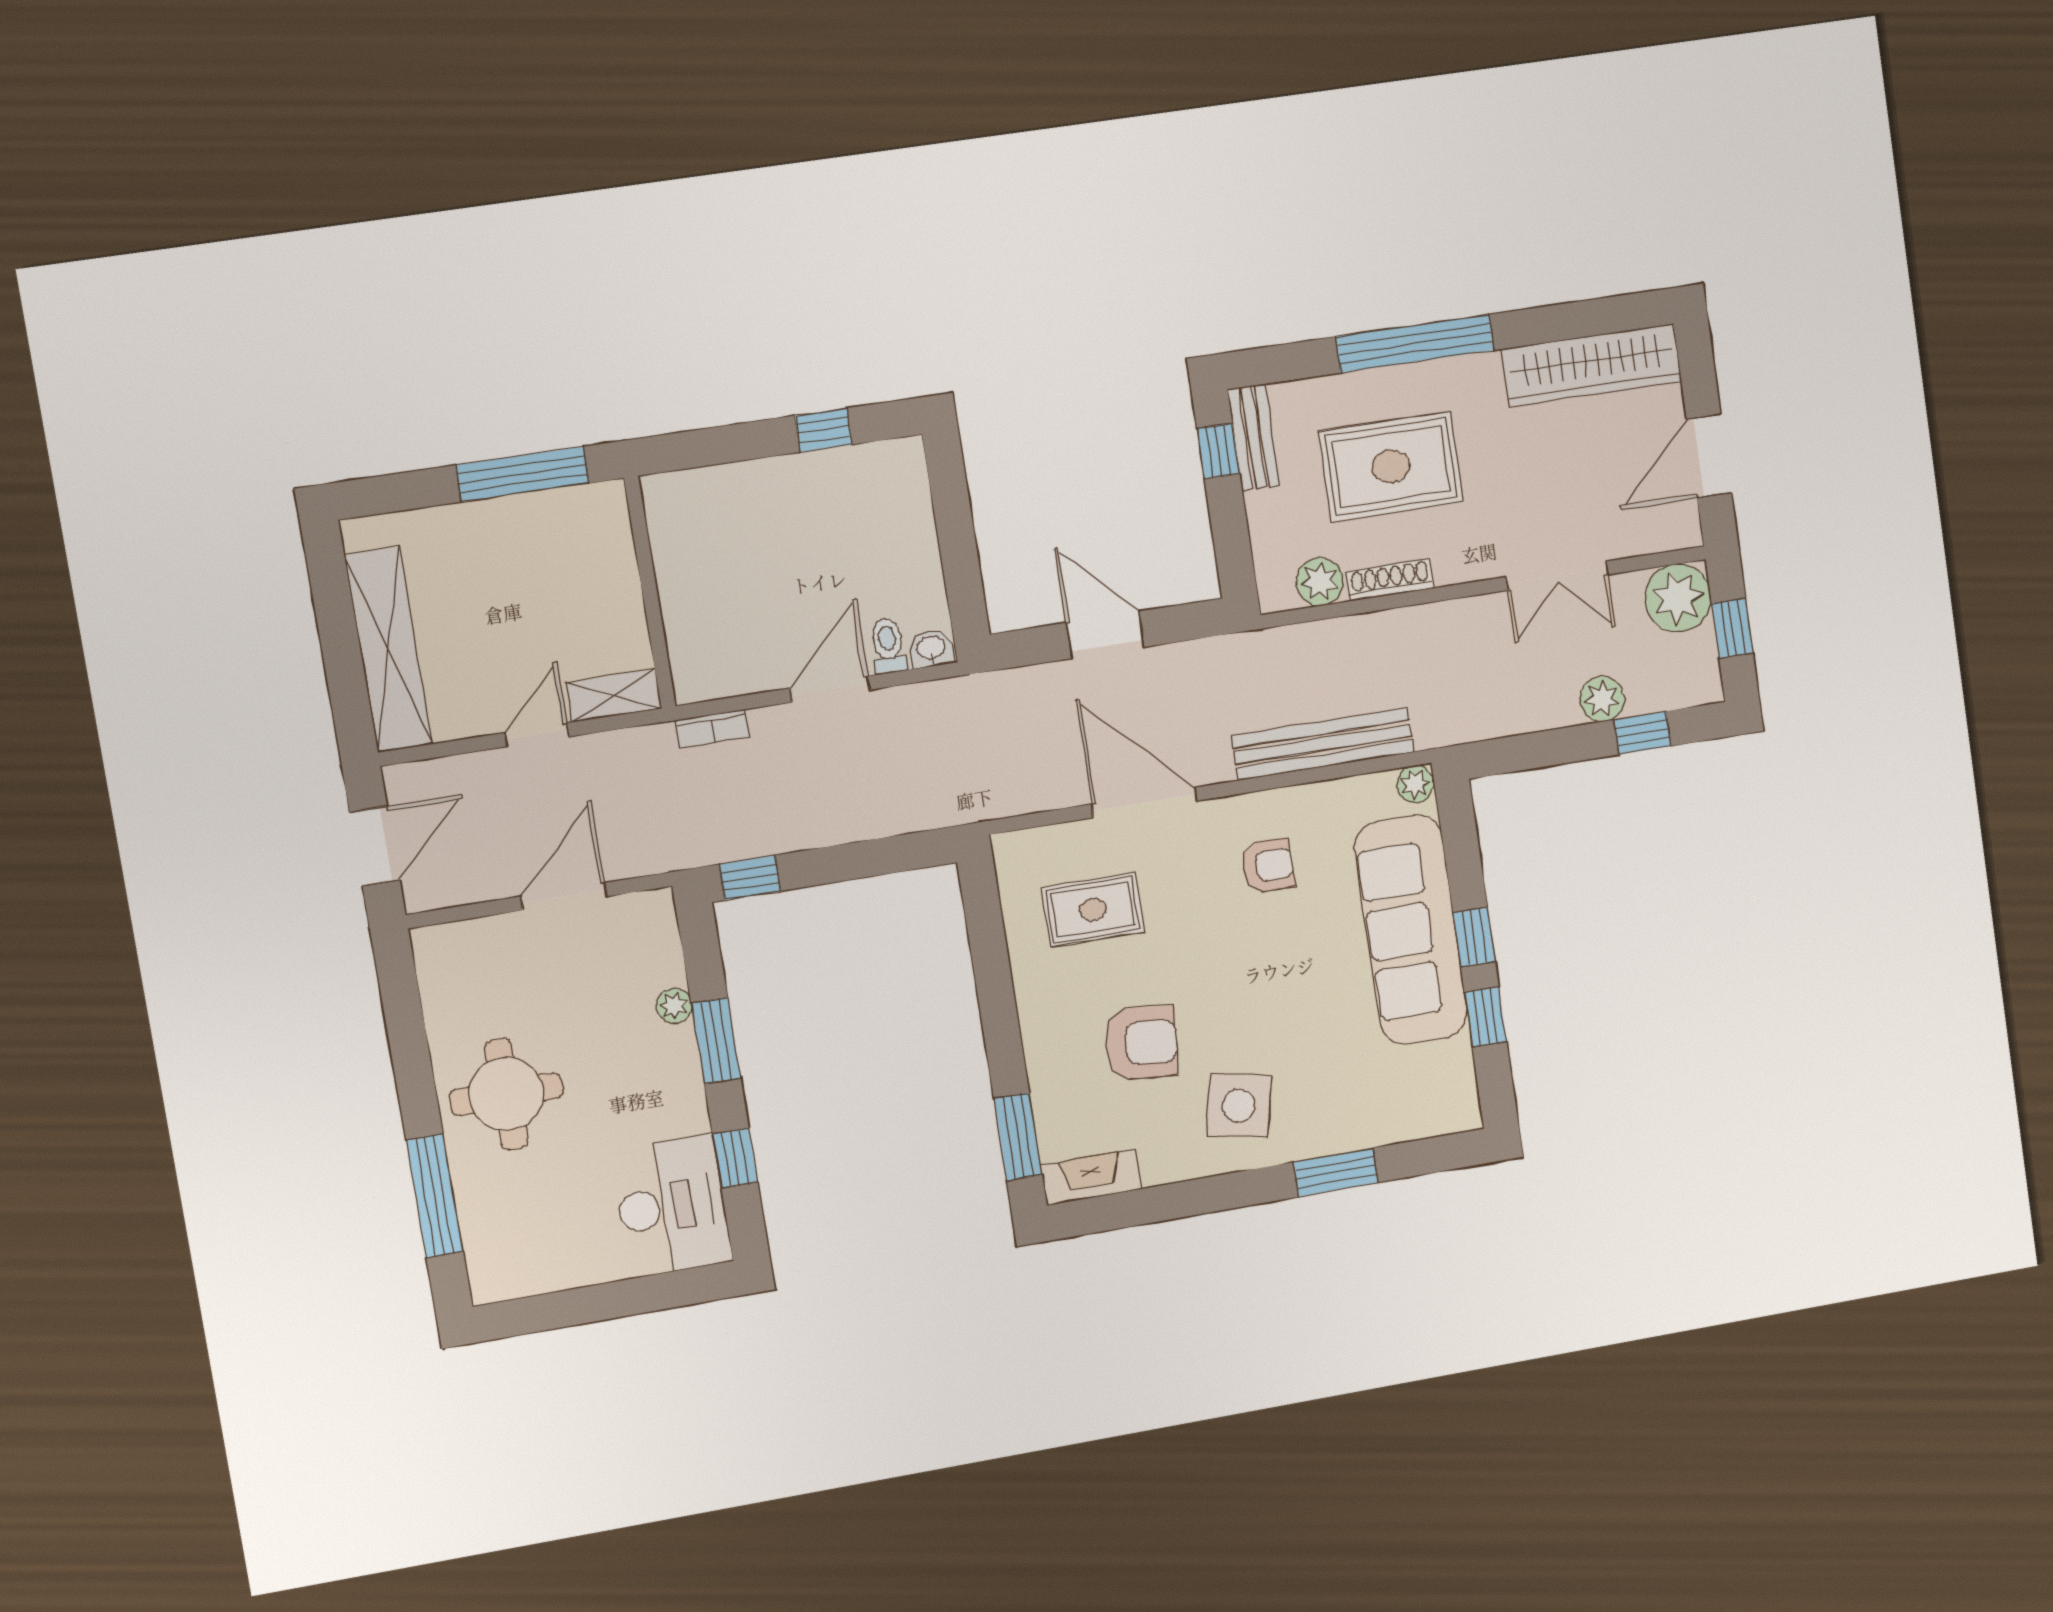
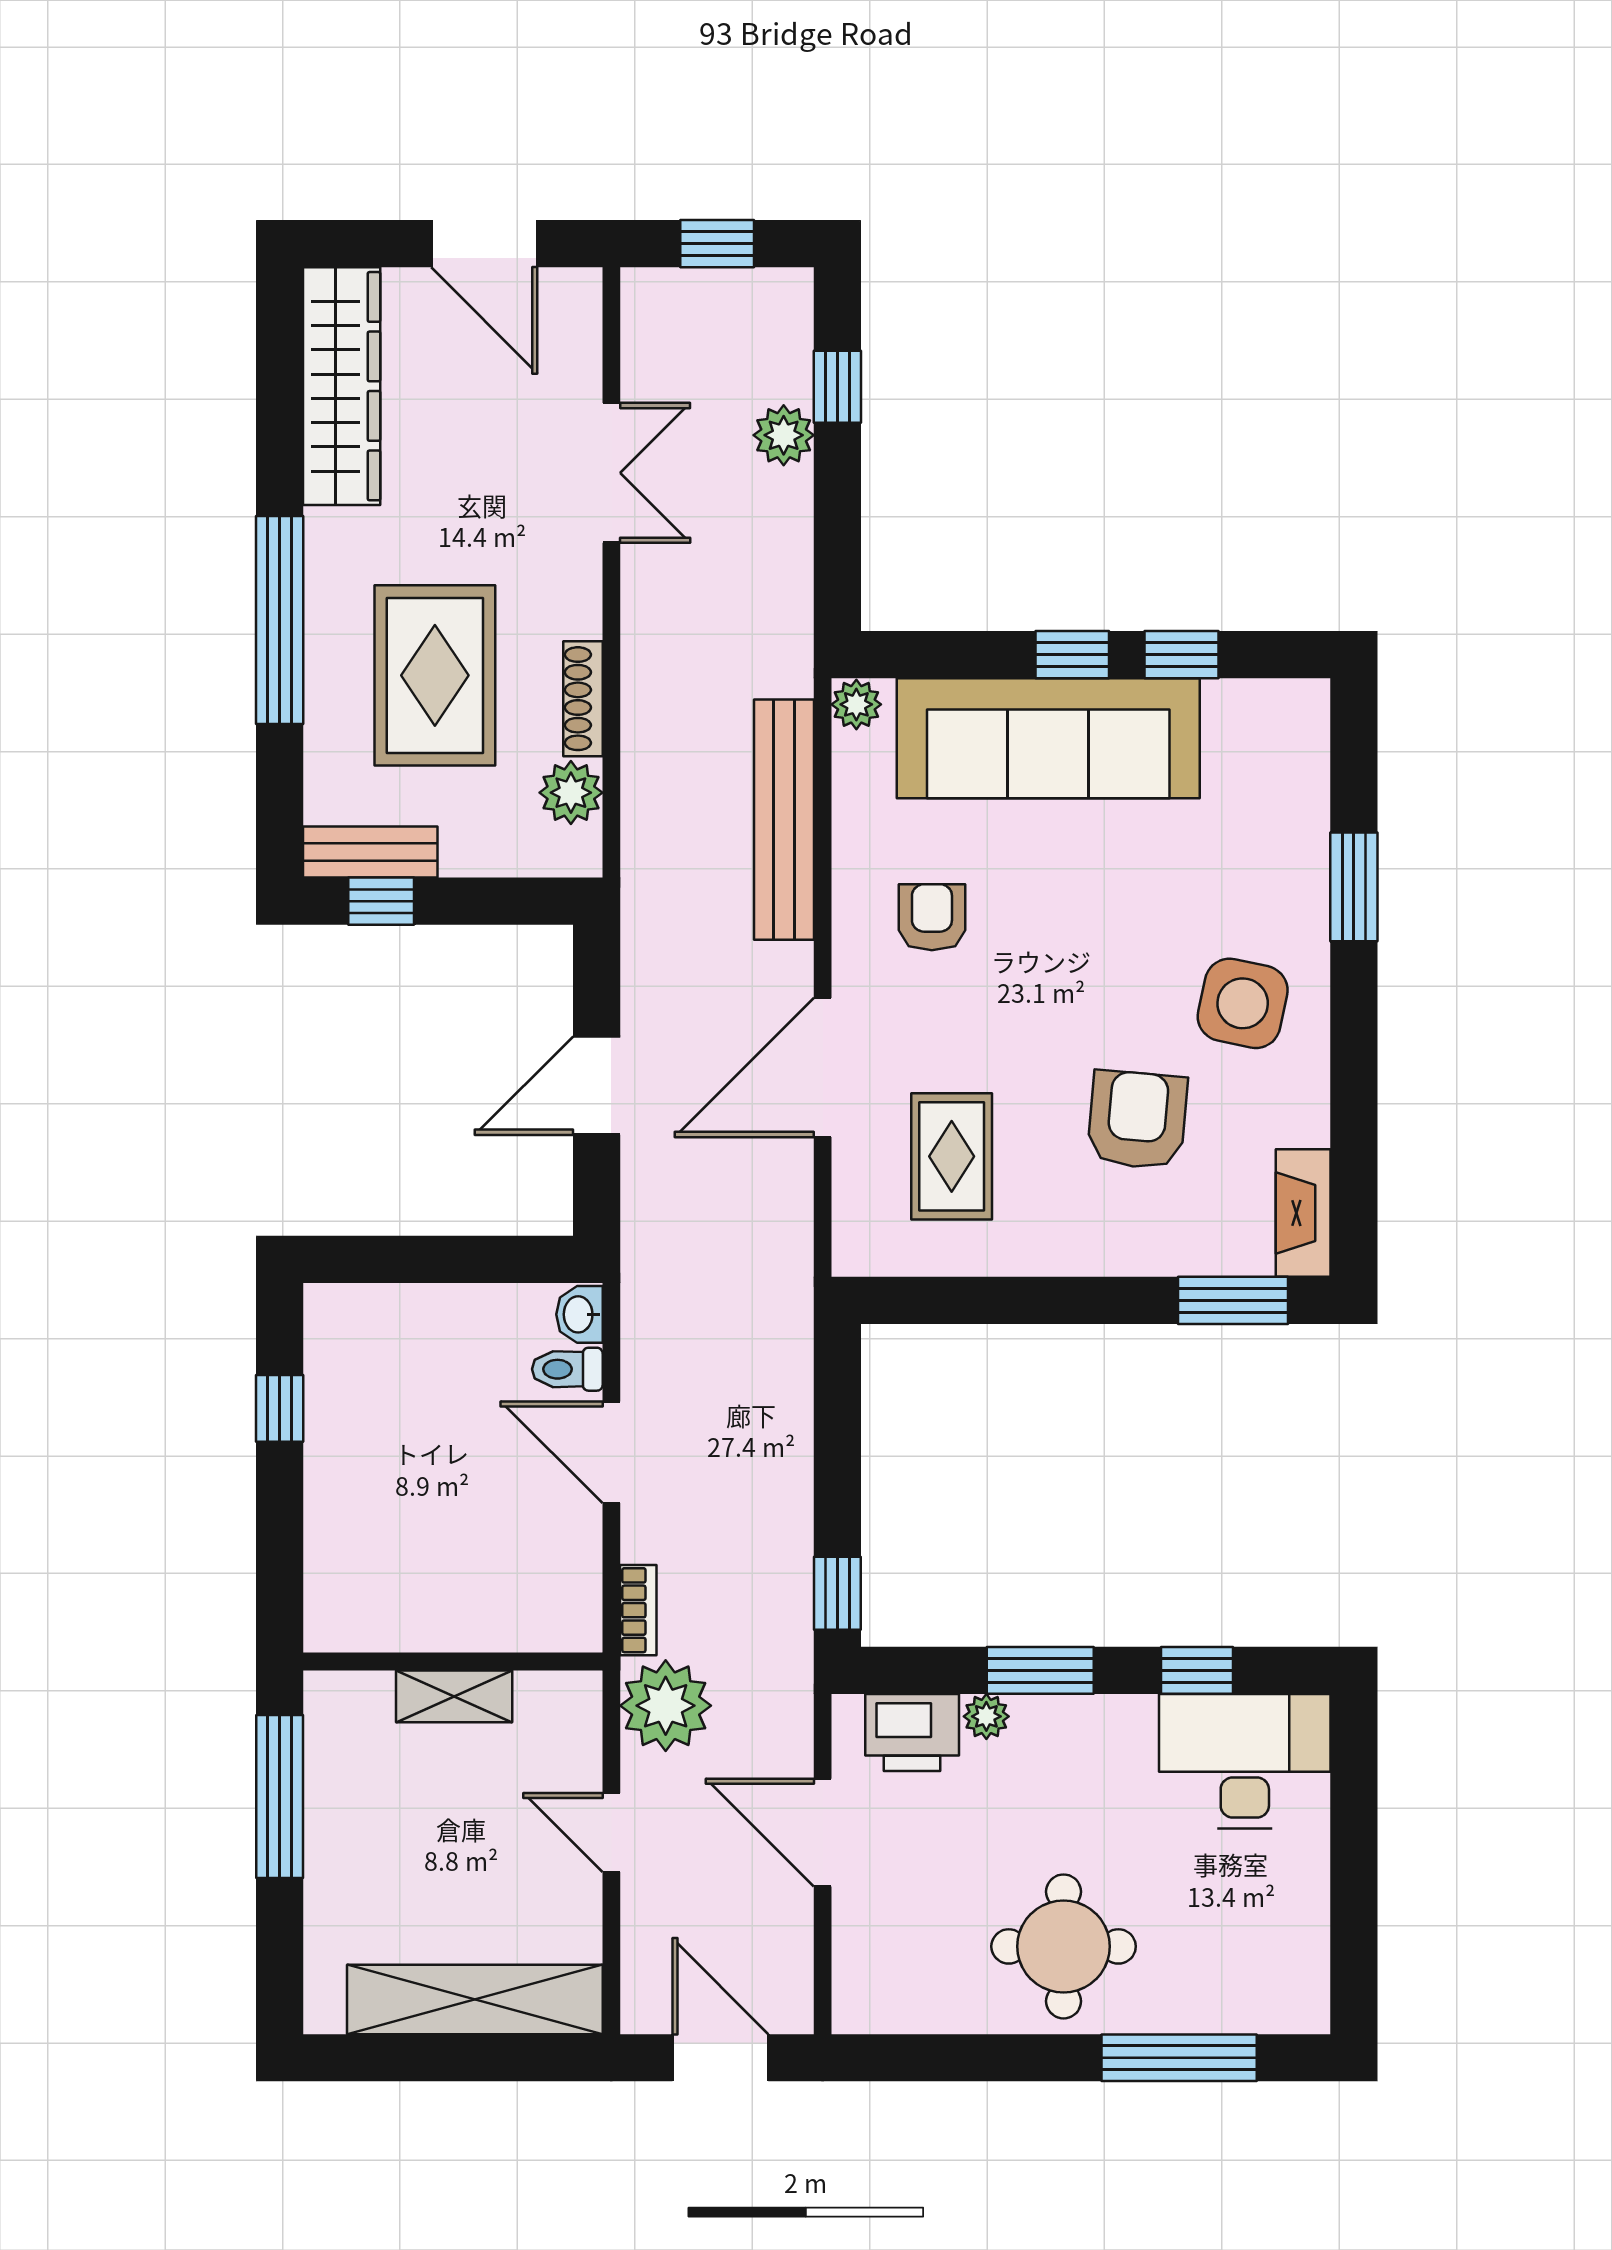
plant: (1678, 598) -> (666, 1706), moved
shelving: (614, 695) -> (454, 1696), moved, turned 90
printer: (652, 952) -> (912, 1732), added

